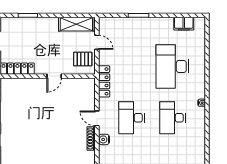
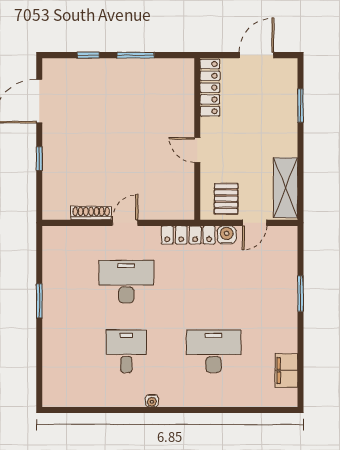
desk: (172, 66) -> (214, 351), width x0.73, depth x0.77
desk: (172, 118) -> (126, 351), width x0.73
water cooler: (104, 139) -> (227, 235), moved

